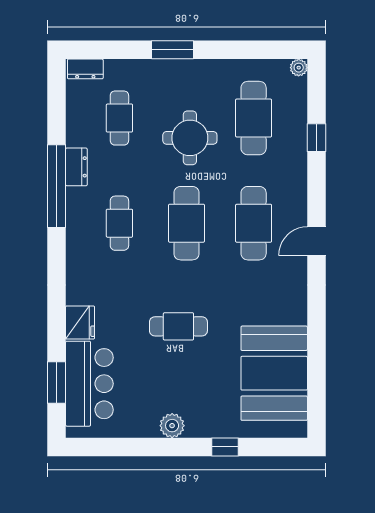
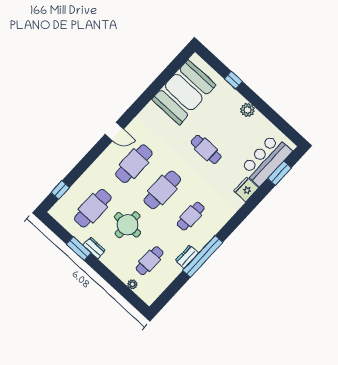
window: (173, 50) -> (79, 249), moved
plant: (299, 68) -> (132, 284), moved
dresser: (85, 69) -> (94, 248), moved
window: (316, 138) -> (60, 190), moved

